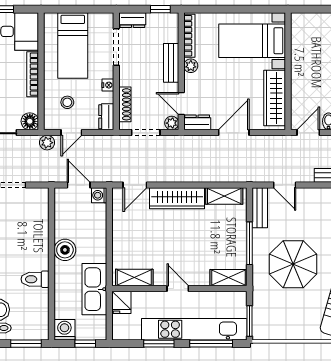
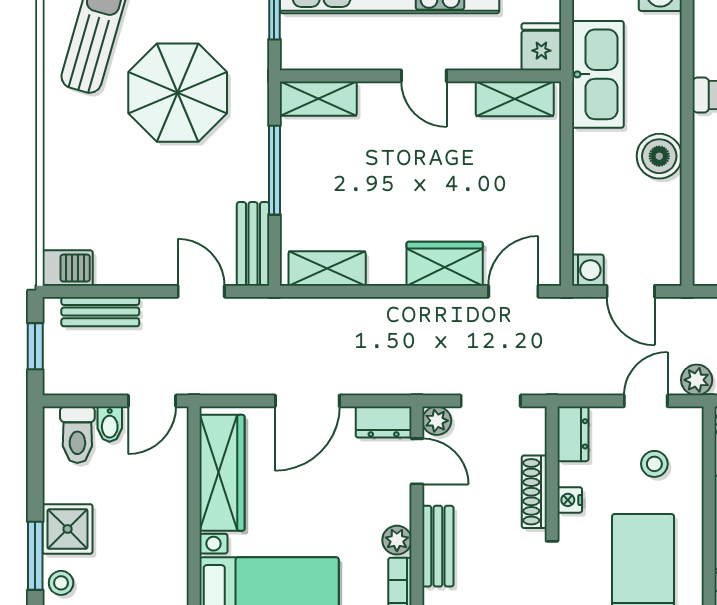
shoe rack: (125, 104) -> (534, 492), moved
wardrobe: (177, 198) -> (445, 264), width x0.67
parasol: (293, 264) -> (178, 93), moved

